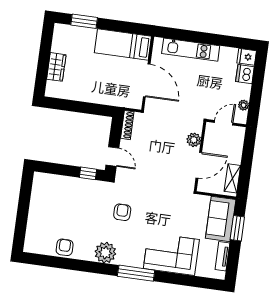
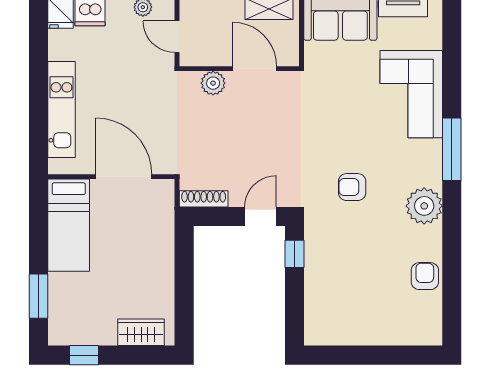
window: (46, 43) -> (84, 355), added
wardrobe: (56, 67) -> (141, 332), moved
door: (147, 80) -> (124, 177), hinge flipped
armchair: (65, 247) -> (425, 276), turned 90

